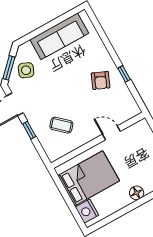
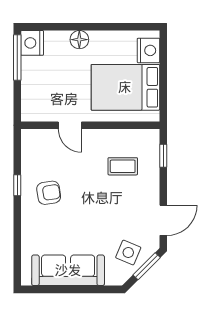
armchair: (101, 80) -> (49, 193), turned 58
coffee table: (61, 125) -> (123, 166), turned -42
window: (29, 130) -> (163, 156), moved

